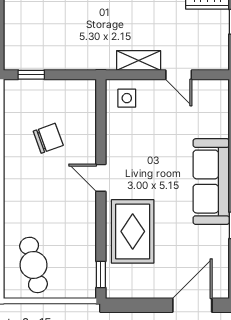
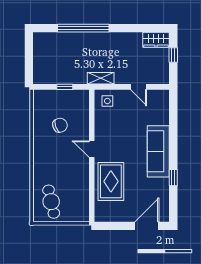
shelving: (139, 60) -> (101, 78), moved
window: (31, 75) -> (65, 87), moved
window: (101, 274) -> (92, 207), removed

